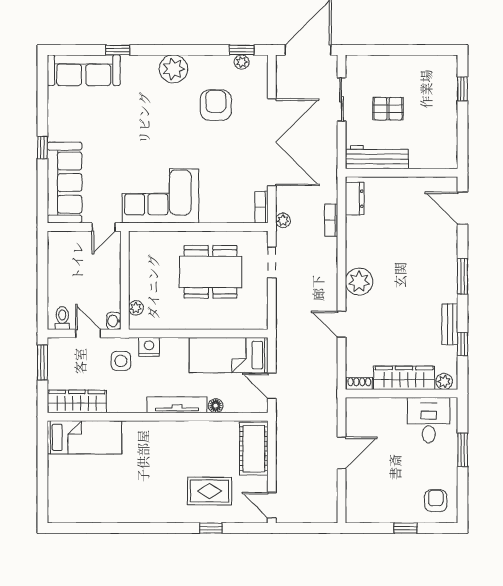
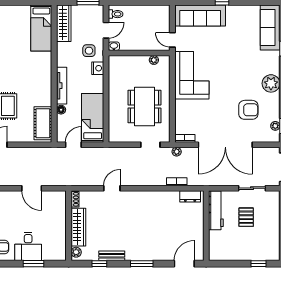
plant: (359, 282) -> (138, 199), removed
plant: (136, 308) -> (154, 60), moved
desk: (429, 420) -> (28, 246), moved, turned 90
cot: (254, 449) -> (43, 123), moved, turned 90

